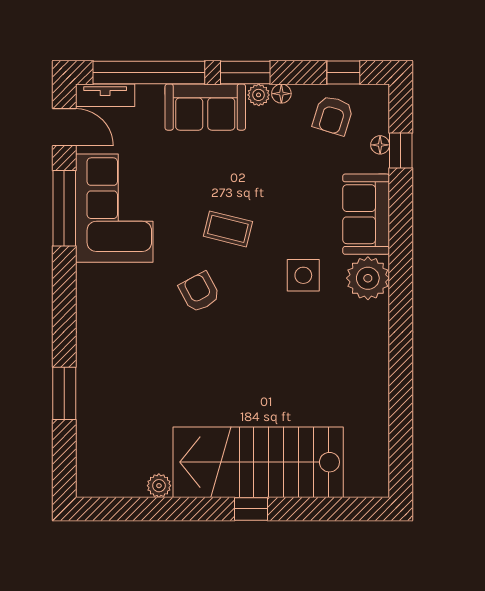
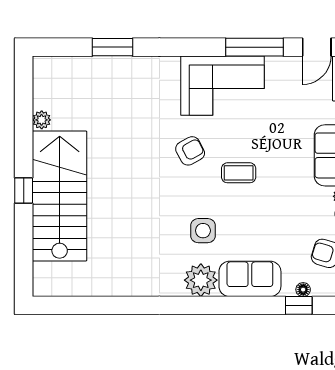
corner sofa: (114, 208) -> (223, 86), moved
coffee table: (228, 229) -> (239, 173), turned 76

